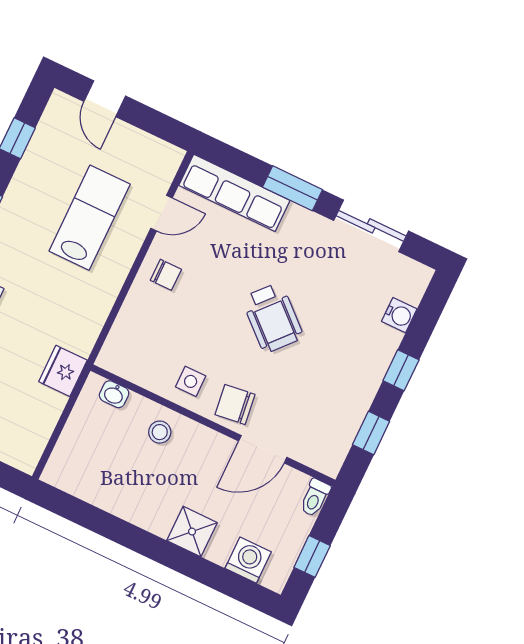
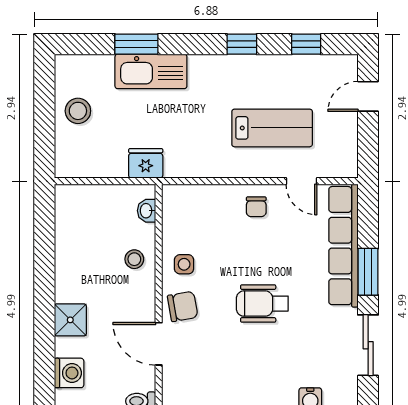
row of seats: (234, 193) -> (343, 246), width x1.36
wheelchair: (273, 318) -> (262, 304), turned 48
chair: (235, 404) -> (183, 306), turned 87

